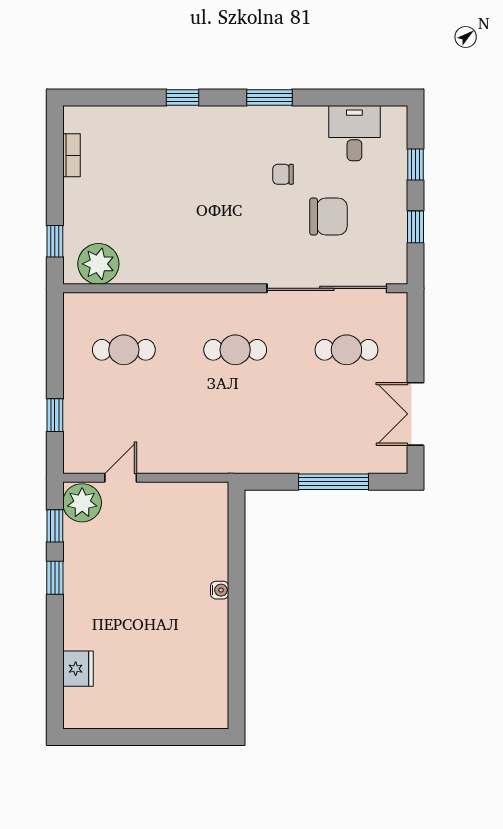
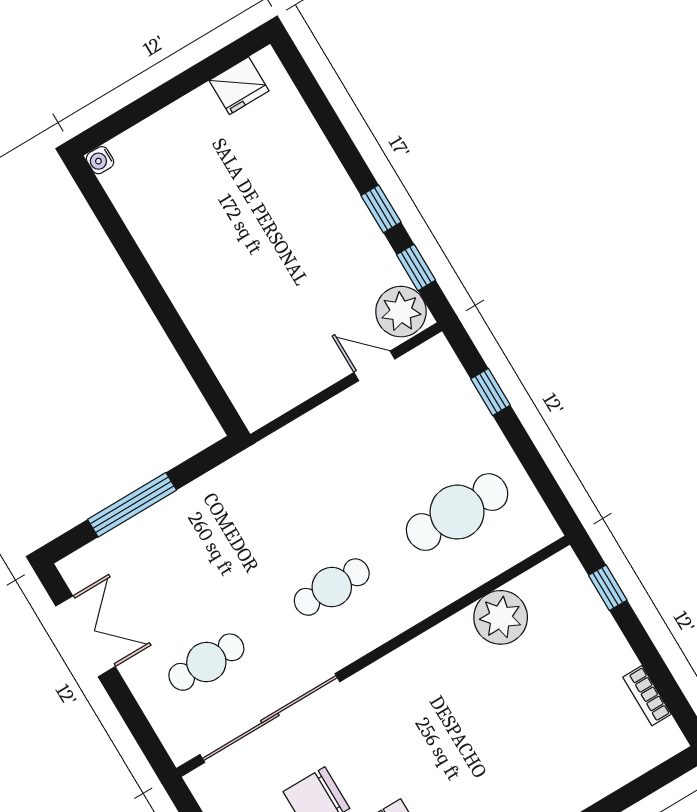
plant: (98, 264) -> (501, 617), moved
cafe table: (124, 350) -> (457, 512), width x1.37, depth x1.35
door: (121, 478) -> (374, 366), swing flipped
water cooler: (220, 590) -> (100, 160), moved
fridge: (78, 669) -> (239, 86), moved, turned -90

